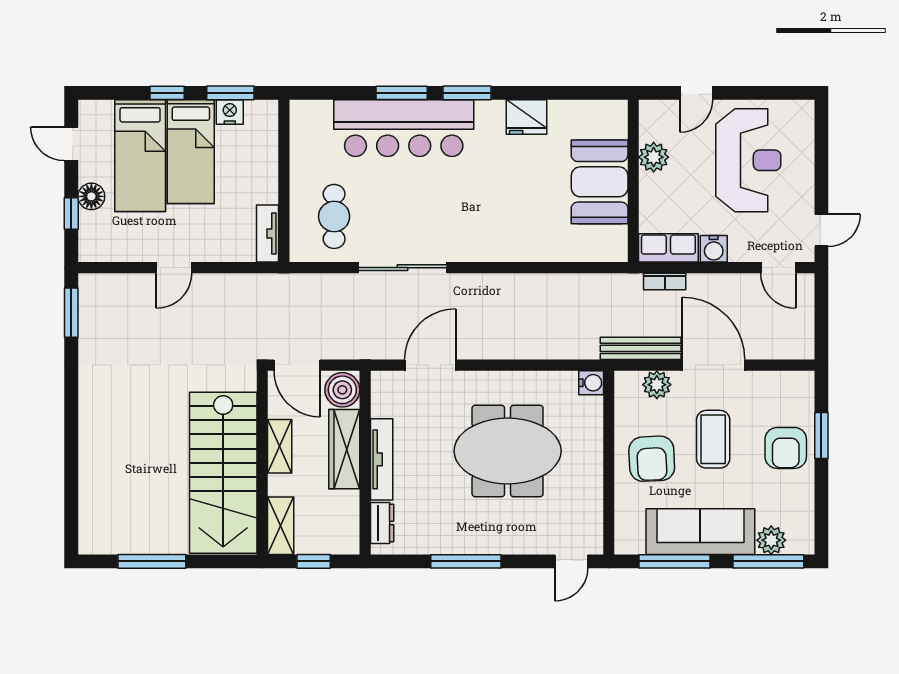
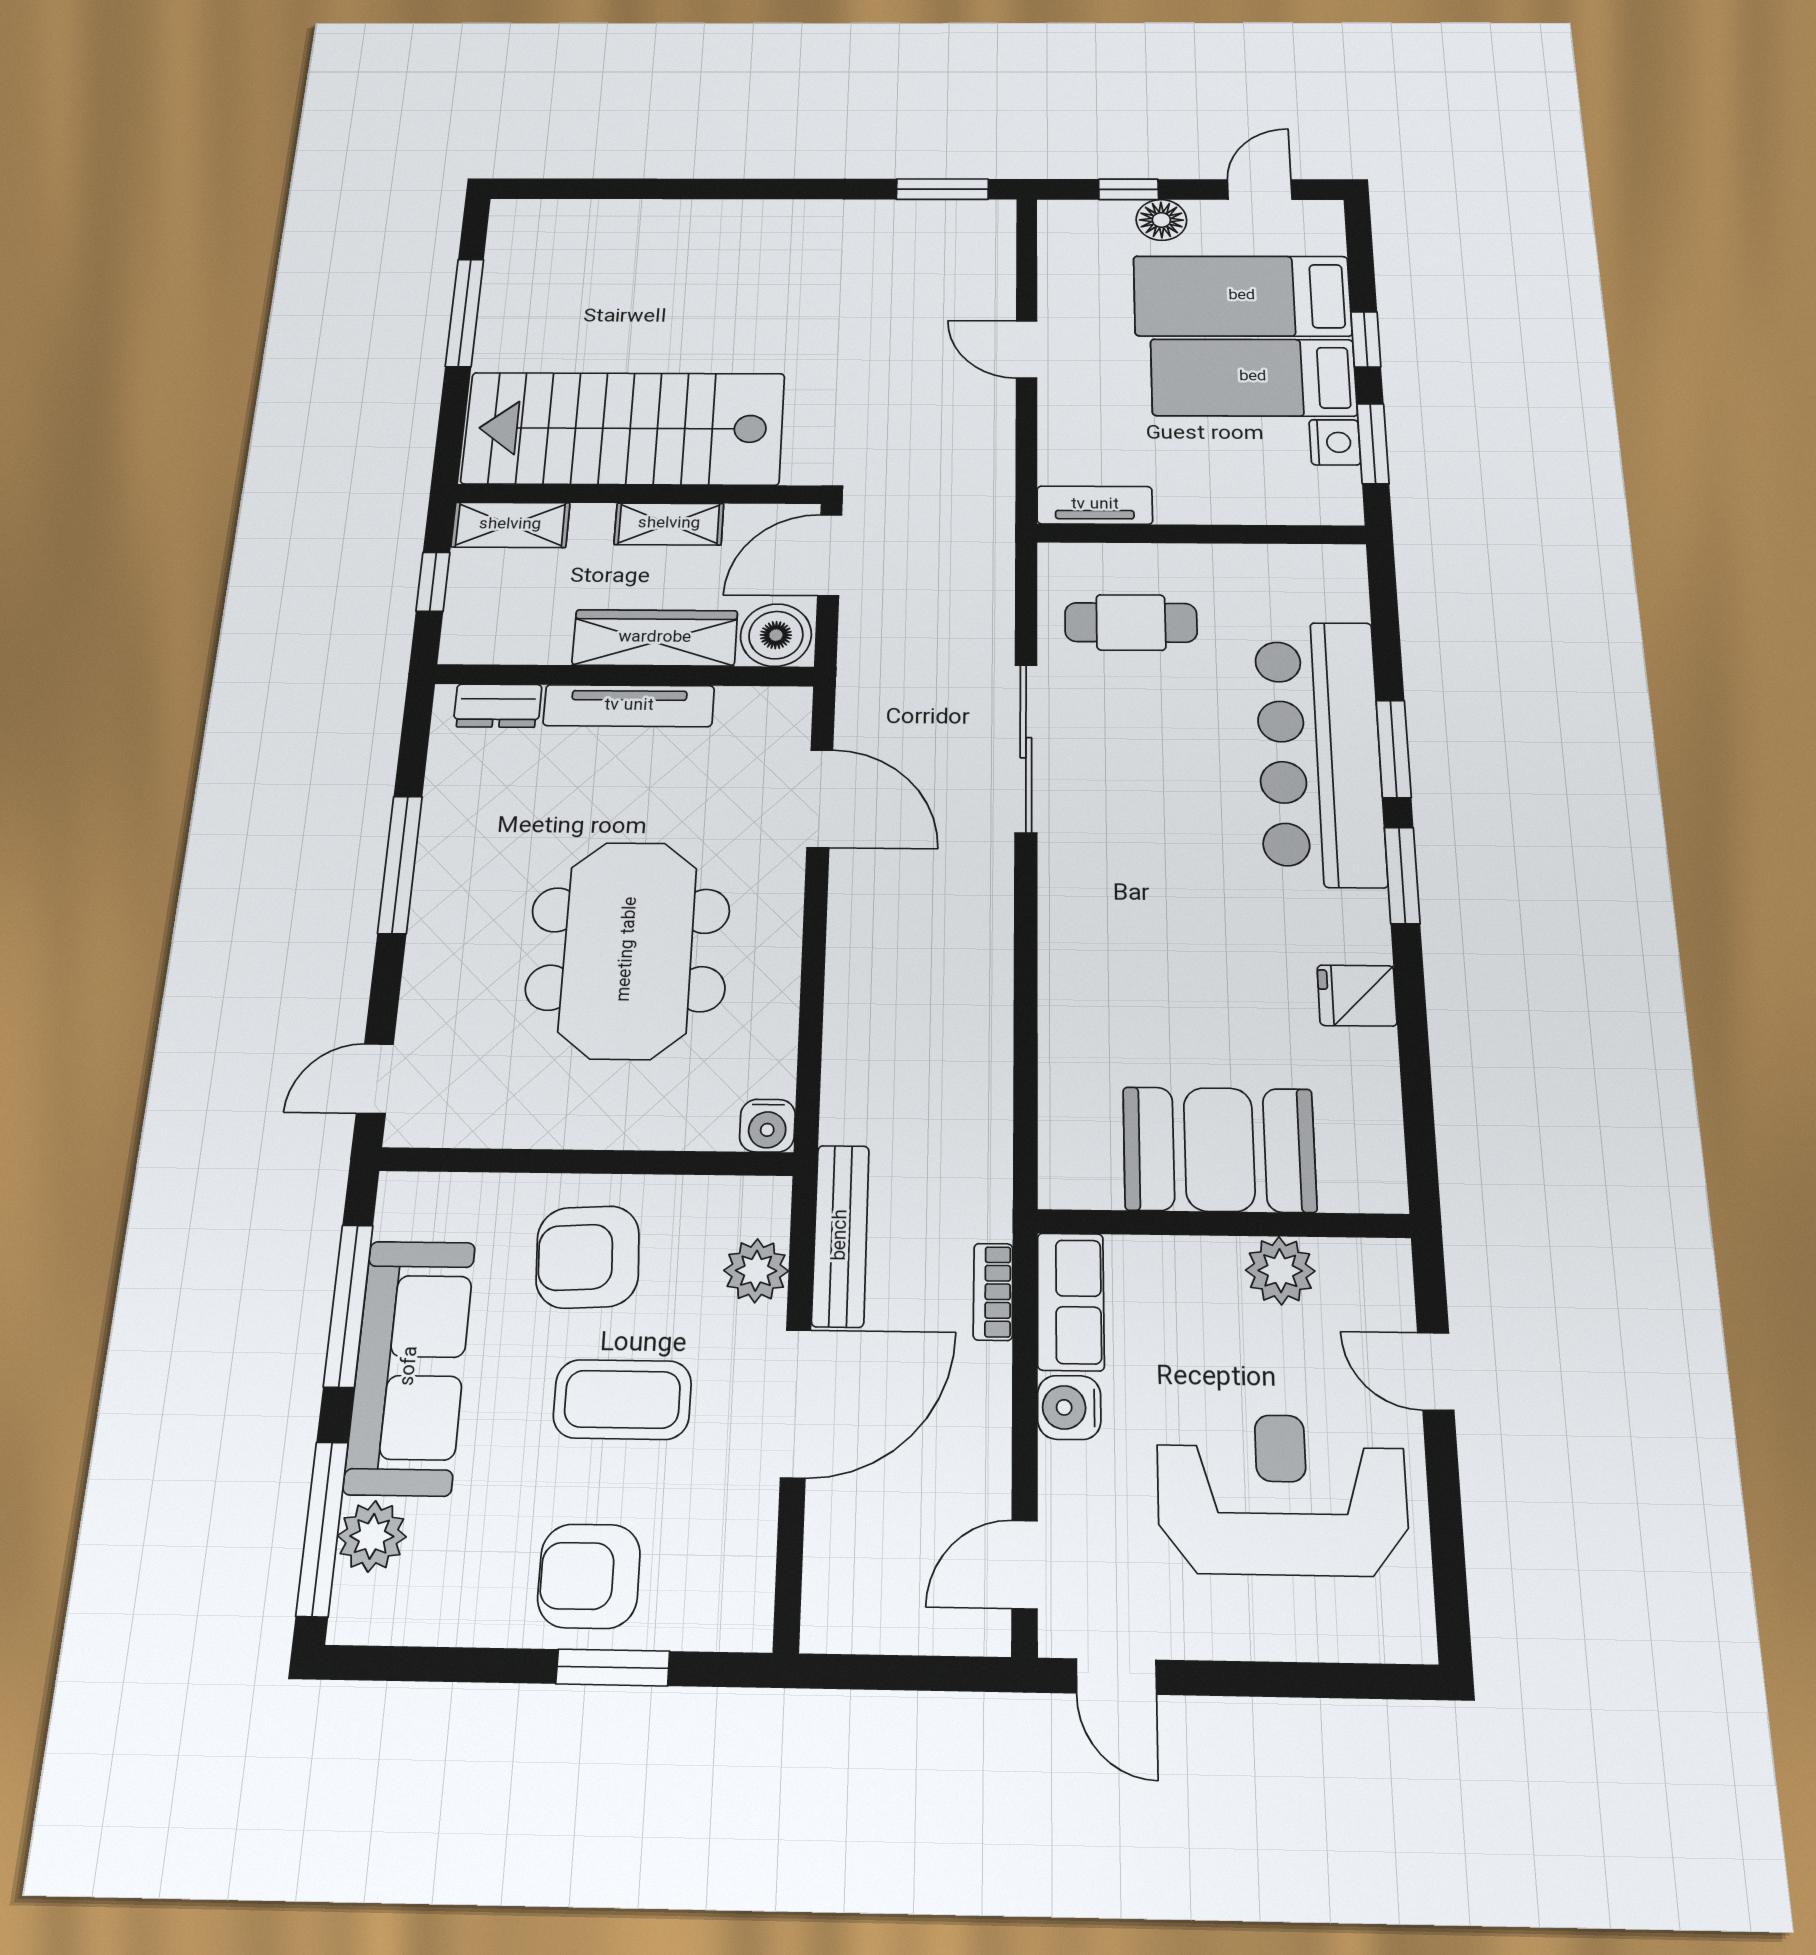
fridge: (527, 117) -> (1357, 996), width x0.72
reception desk: (748, 160) -> (1282, 1494), turned 180
door: (571, 561) -> (375, 1079), hinge flipped

